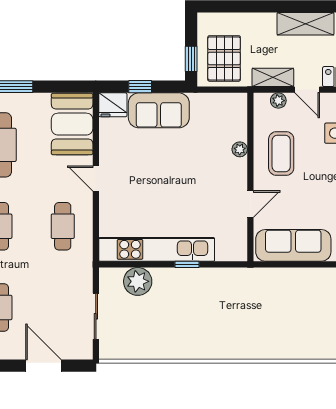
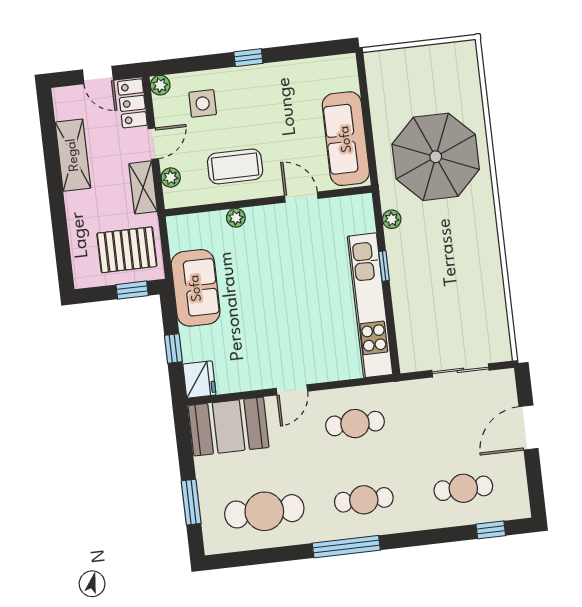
sofa: (159, 110) -> (196, 288), moved
plant: (138, 281) -> (392, 219), moved, width x0.53, depth x0.53
parasol: (270, 316) -> (436, 157), added

